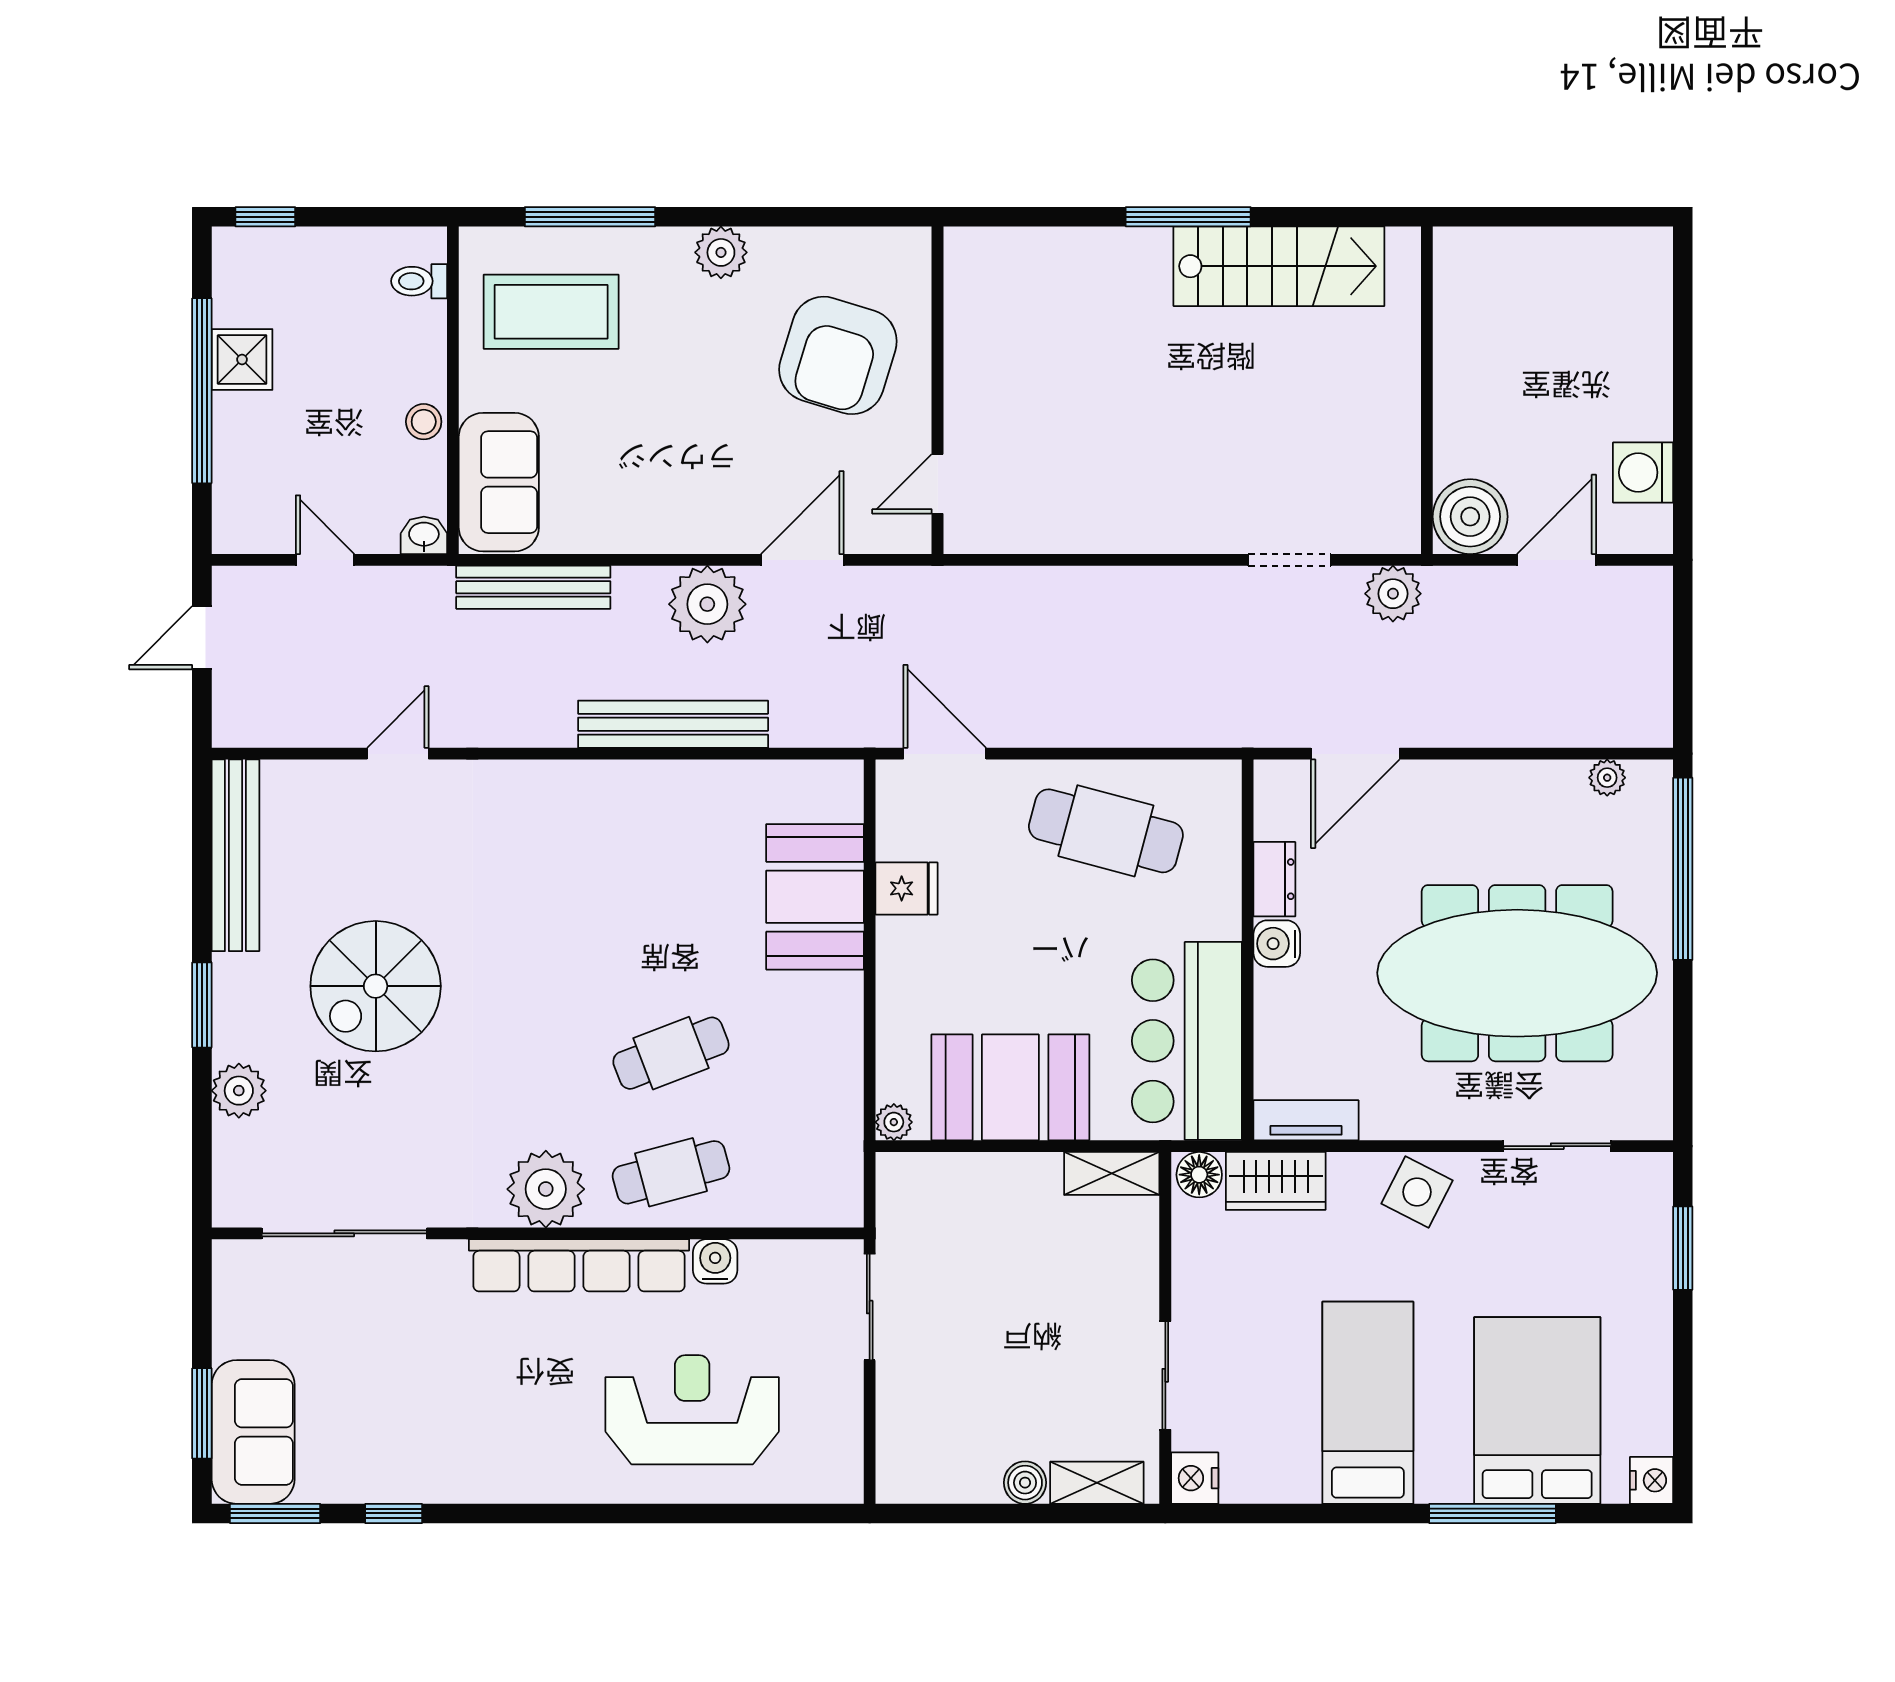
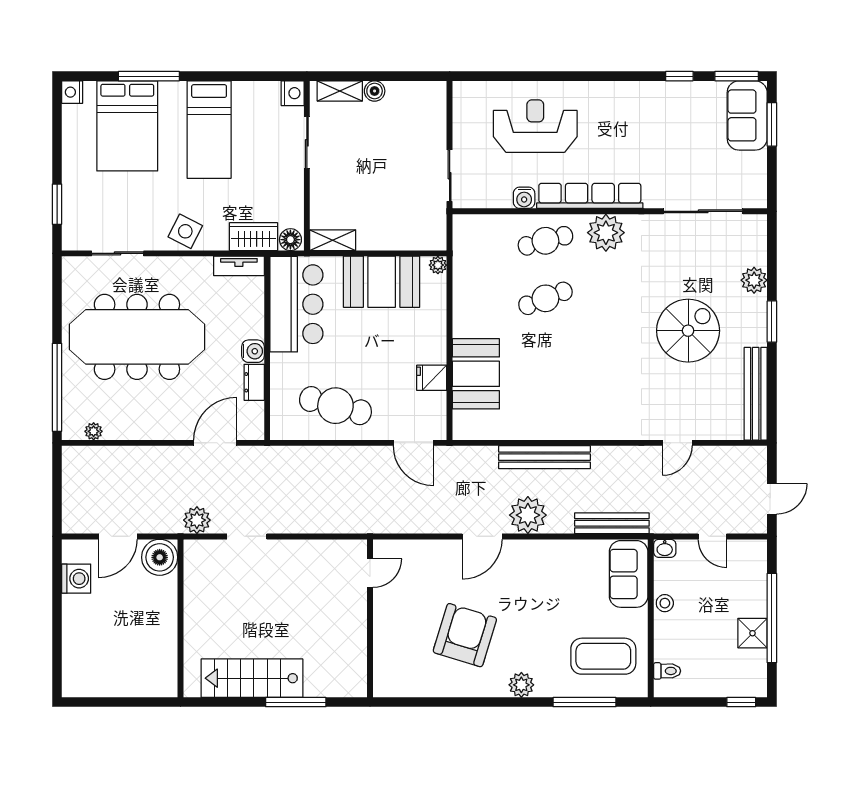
wall: (938, 390) -> (370, 618), moved
door: (938, 484) -> (370, 573), moved
reception desk: (692, 1410) -> (535, 126), turned 180

